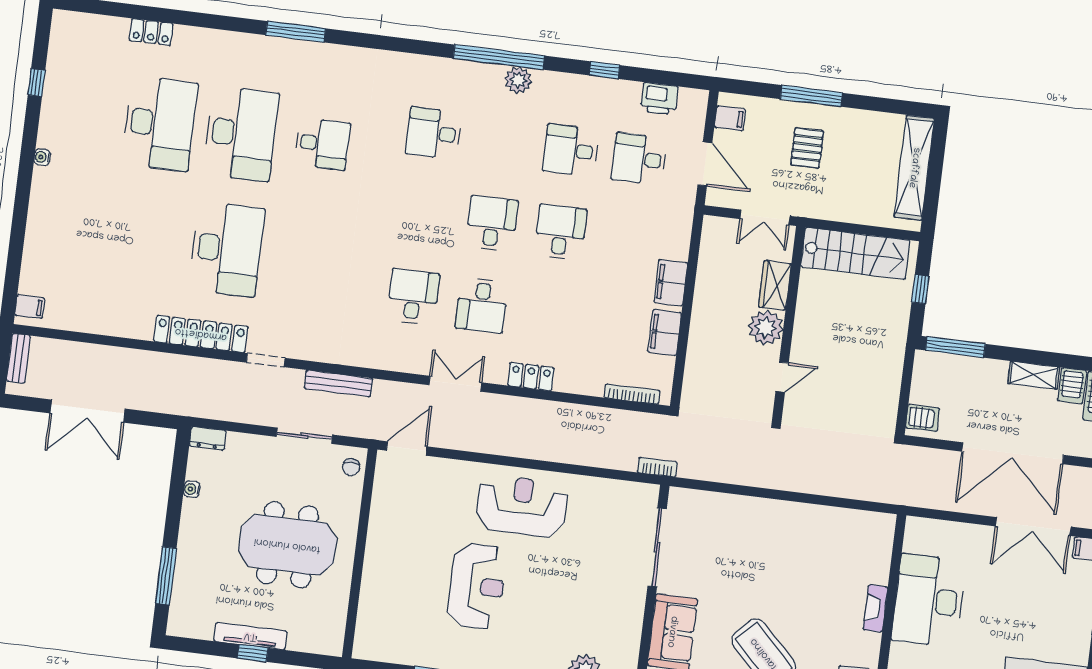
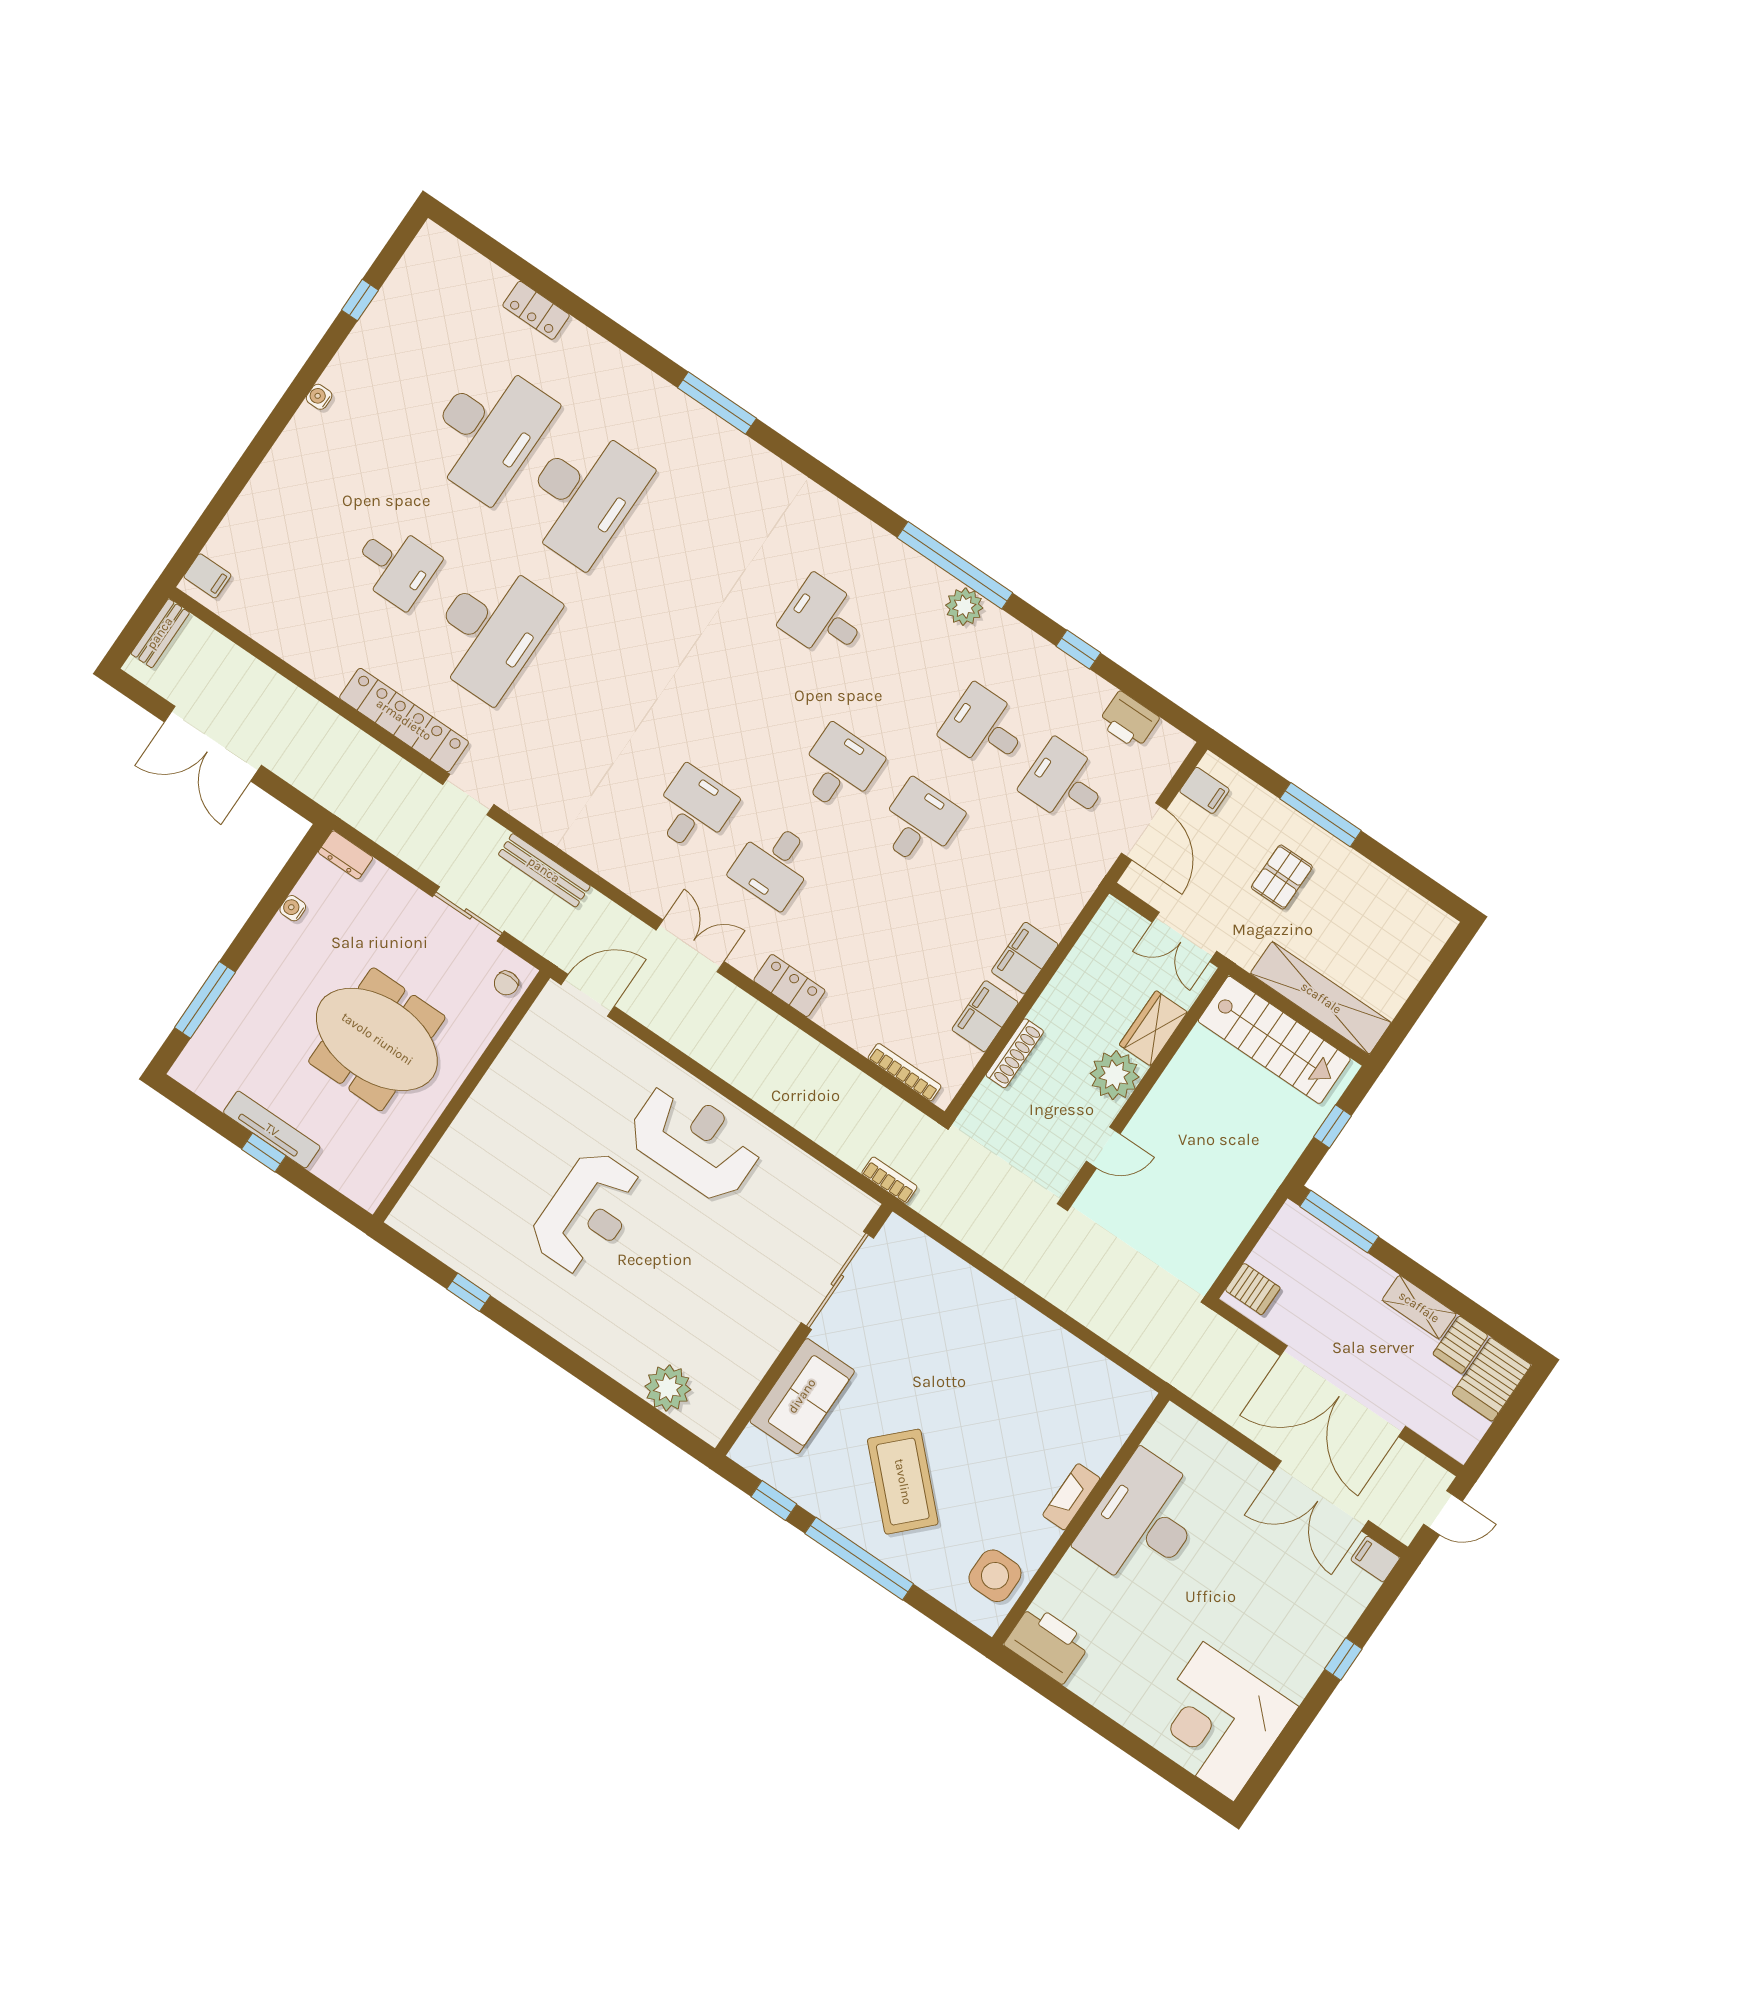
desk: (322, 144) -> (396, 565), moved
shelving: (914, 168) -> (1321, 998), moved, turned 90
shoe rack: (695, 346) -> (1015, 1053), added

